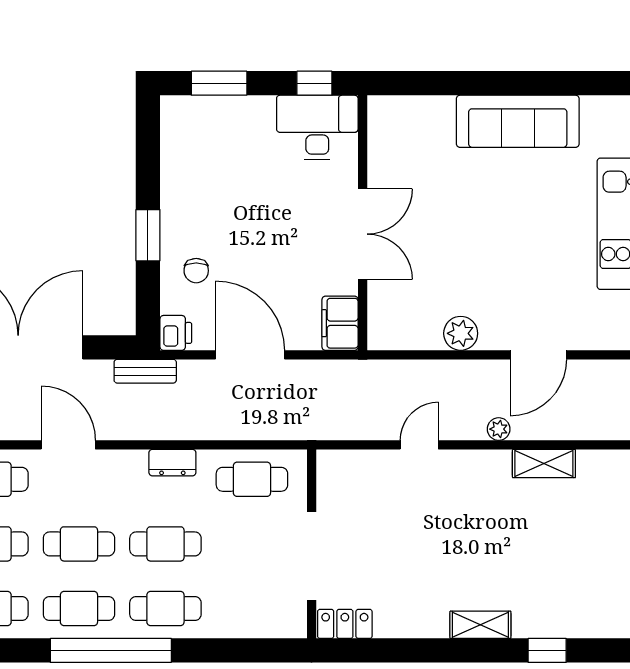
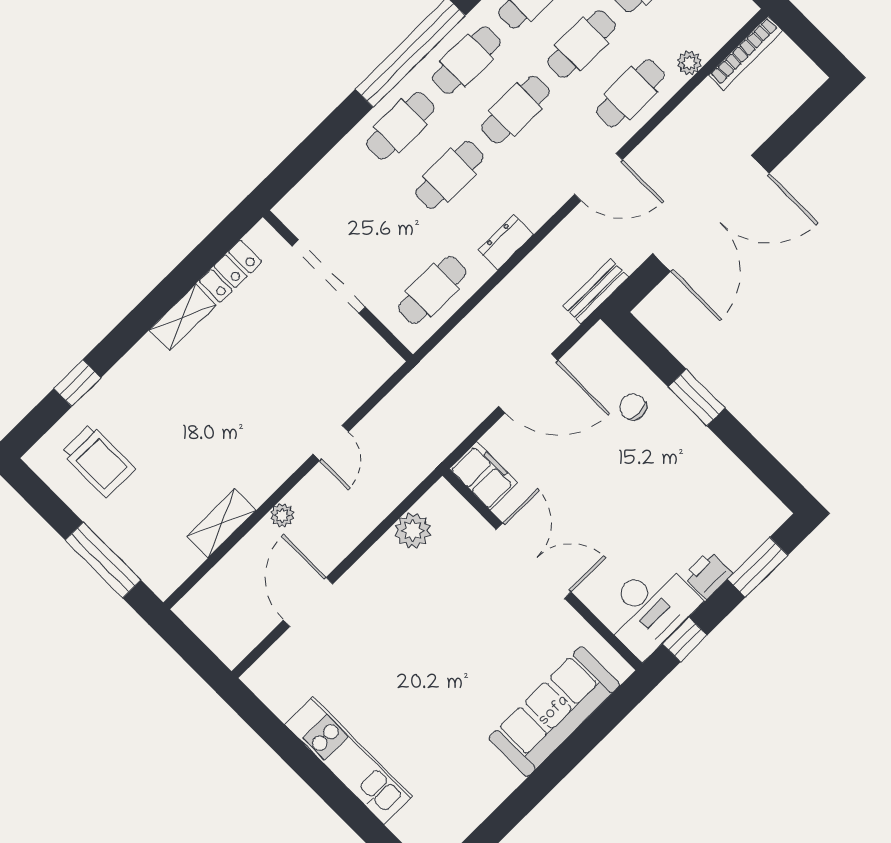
sofa: (518, 121) -> (554, 711), moved
double door: (363, 234) -> (534, 561), swing flipped
printer: (176, 333) -> (708, 575), moved, turned 90
plant: (461, 333) -> (413, 531), moved
trolley: (584, 586) -> (98, 461), added
locker: (345, 624) -> (230, 271), moved
shelving: (480, 625) -> (183, 317), moved

